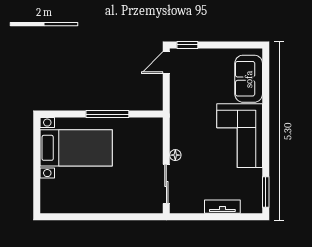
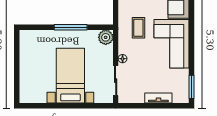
coffee table: (196, 115) -> (138, 28), added
plant: (153, 127) -> (106, 37), added
bed with nightstands: (76, 148) -> (70, 76), moved, turned -90

